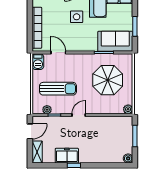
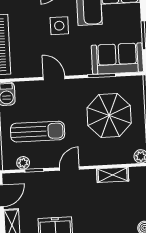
door: (58, 53) -> (54, 78), moved
shelving: (108, 121) -> (113, 175), added

